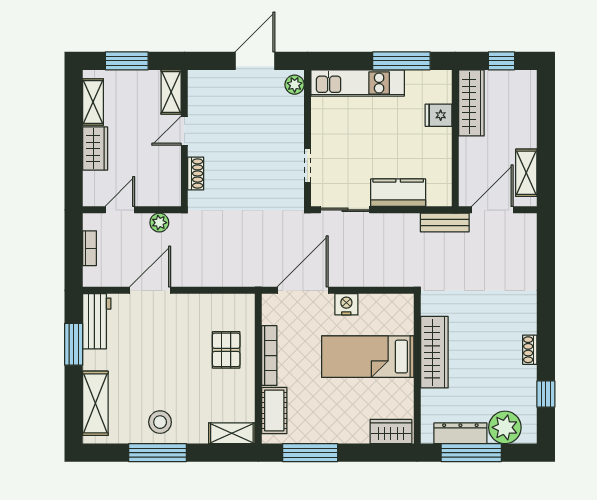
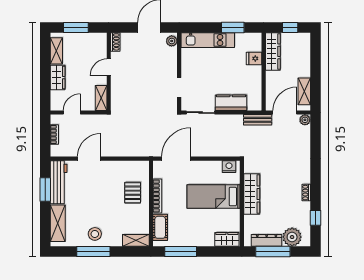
window: (401, 61) -> (233, 27), width x0.69
shelving: (171, 92) -> (101, 98), moved
shoe rack: (196, 173) -> (115, 42), moved
plant: (159, 223) -> (305, 120), moved
nightstand: (346, 304) -> (229, 167), moved
workbench: (97, 321) -> (59, 182), width x1.37

